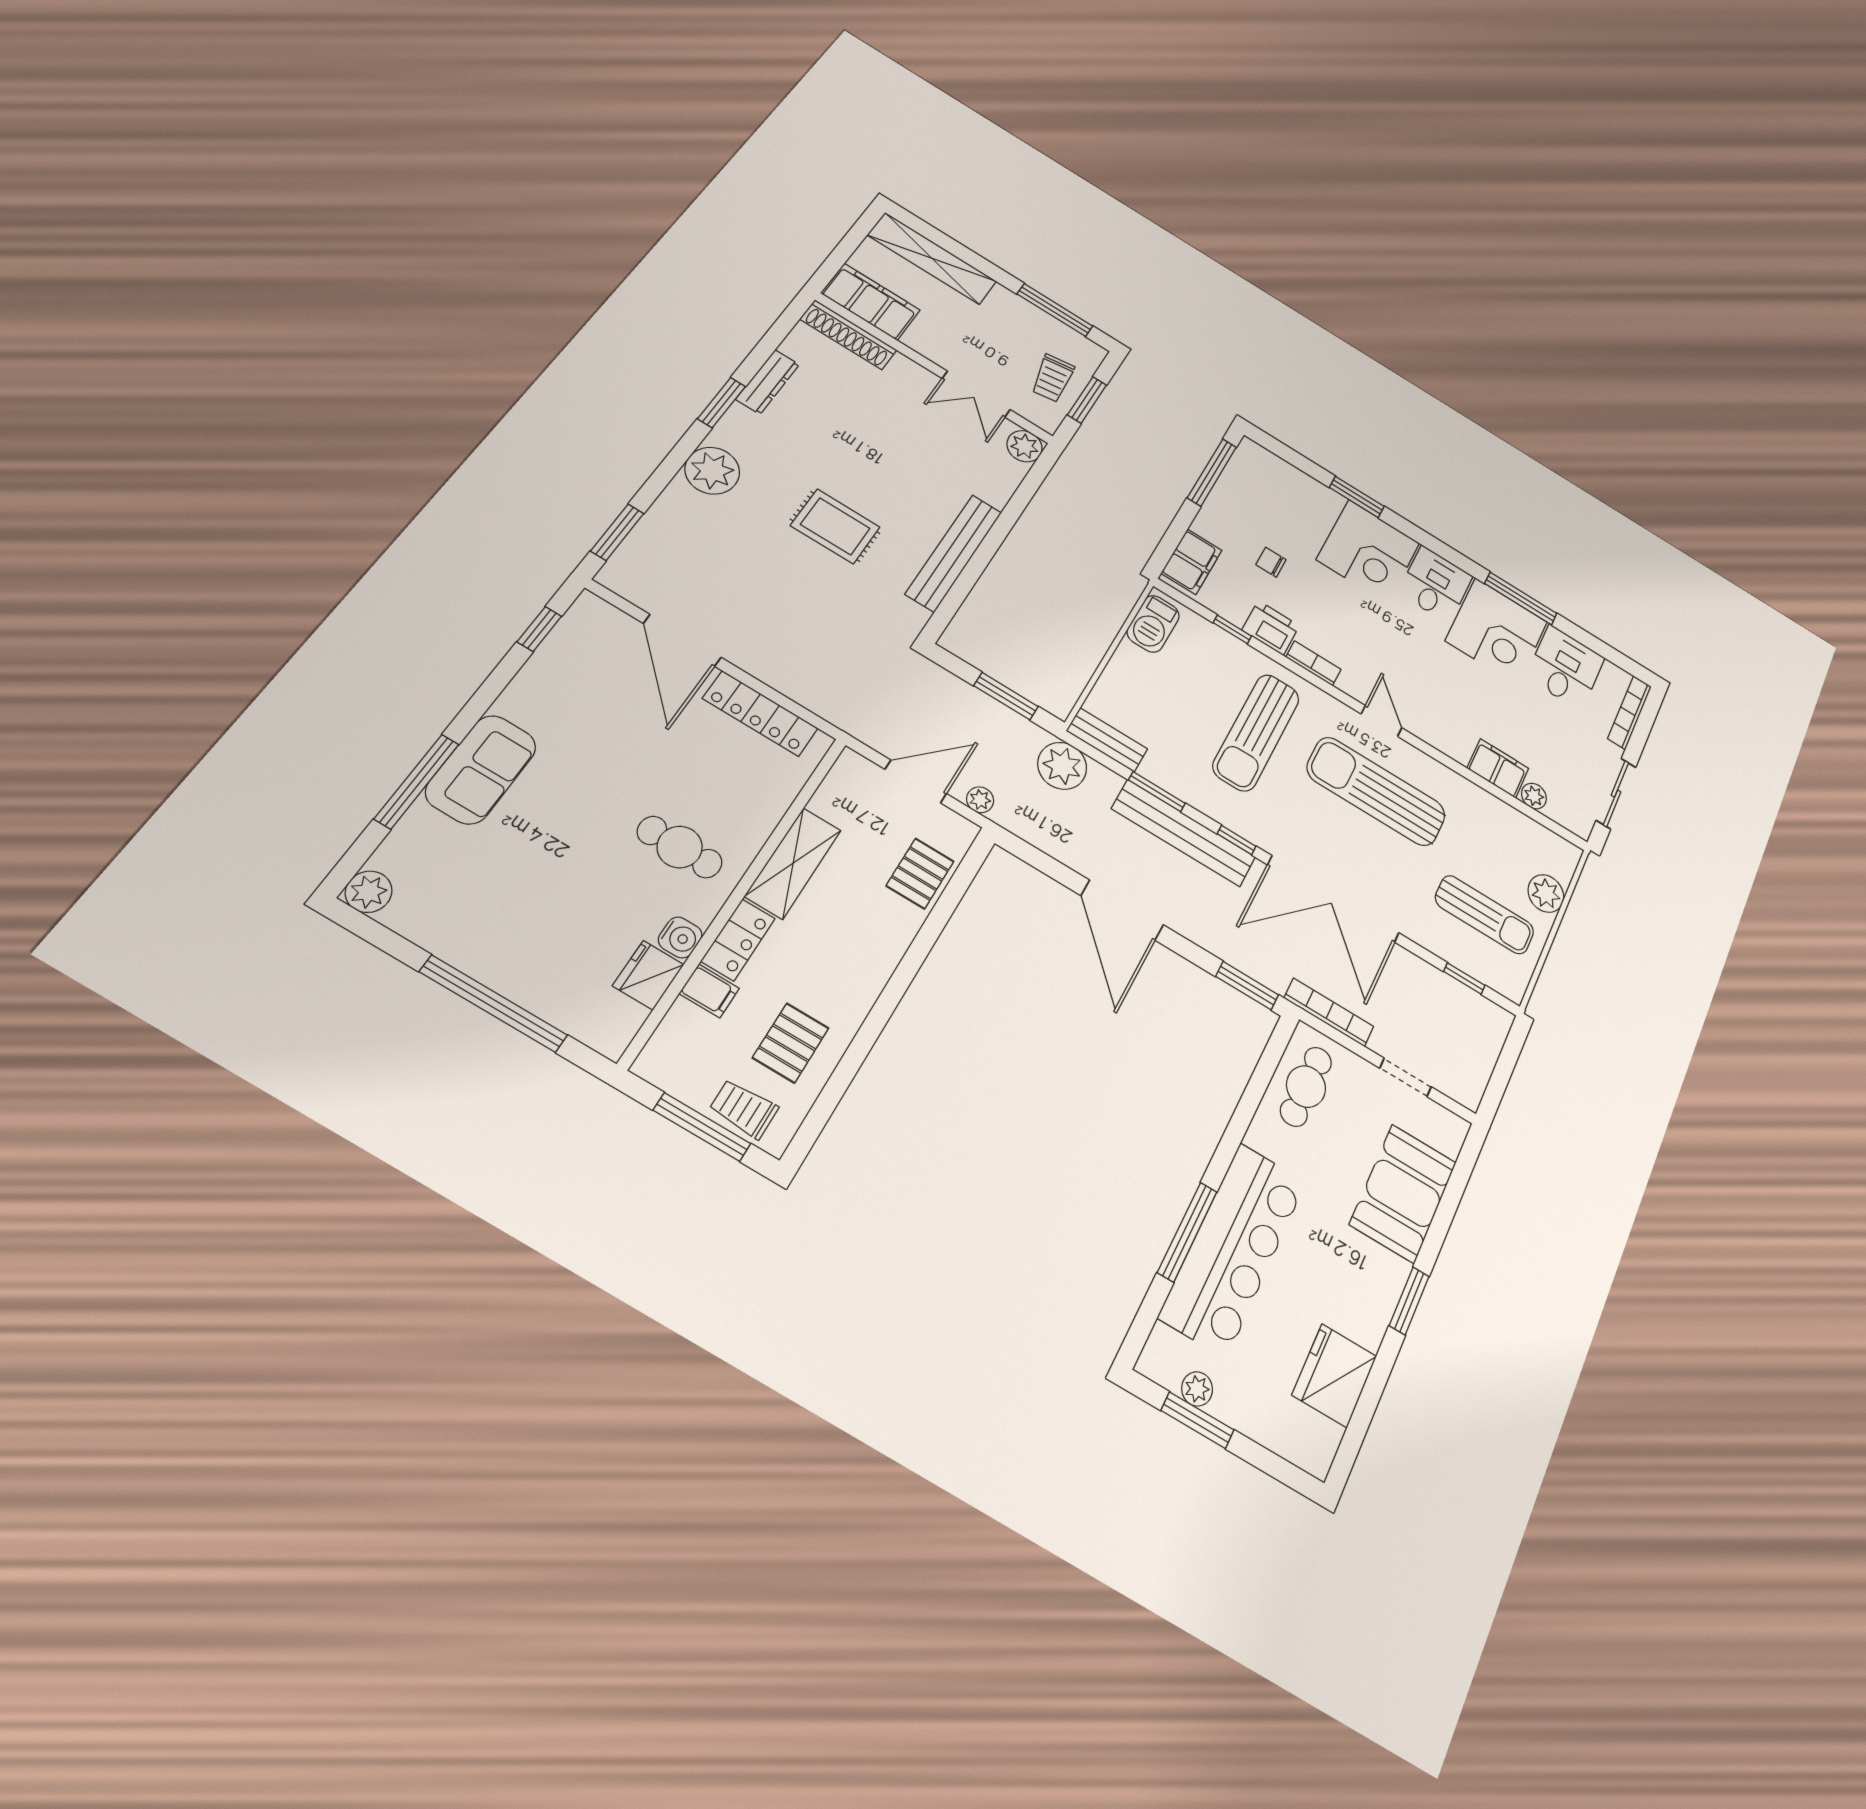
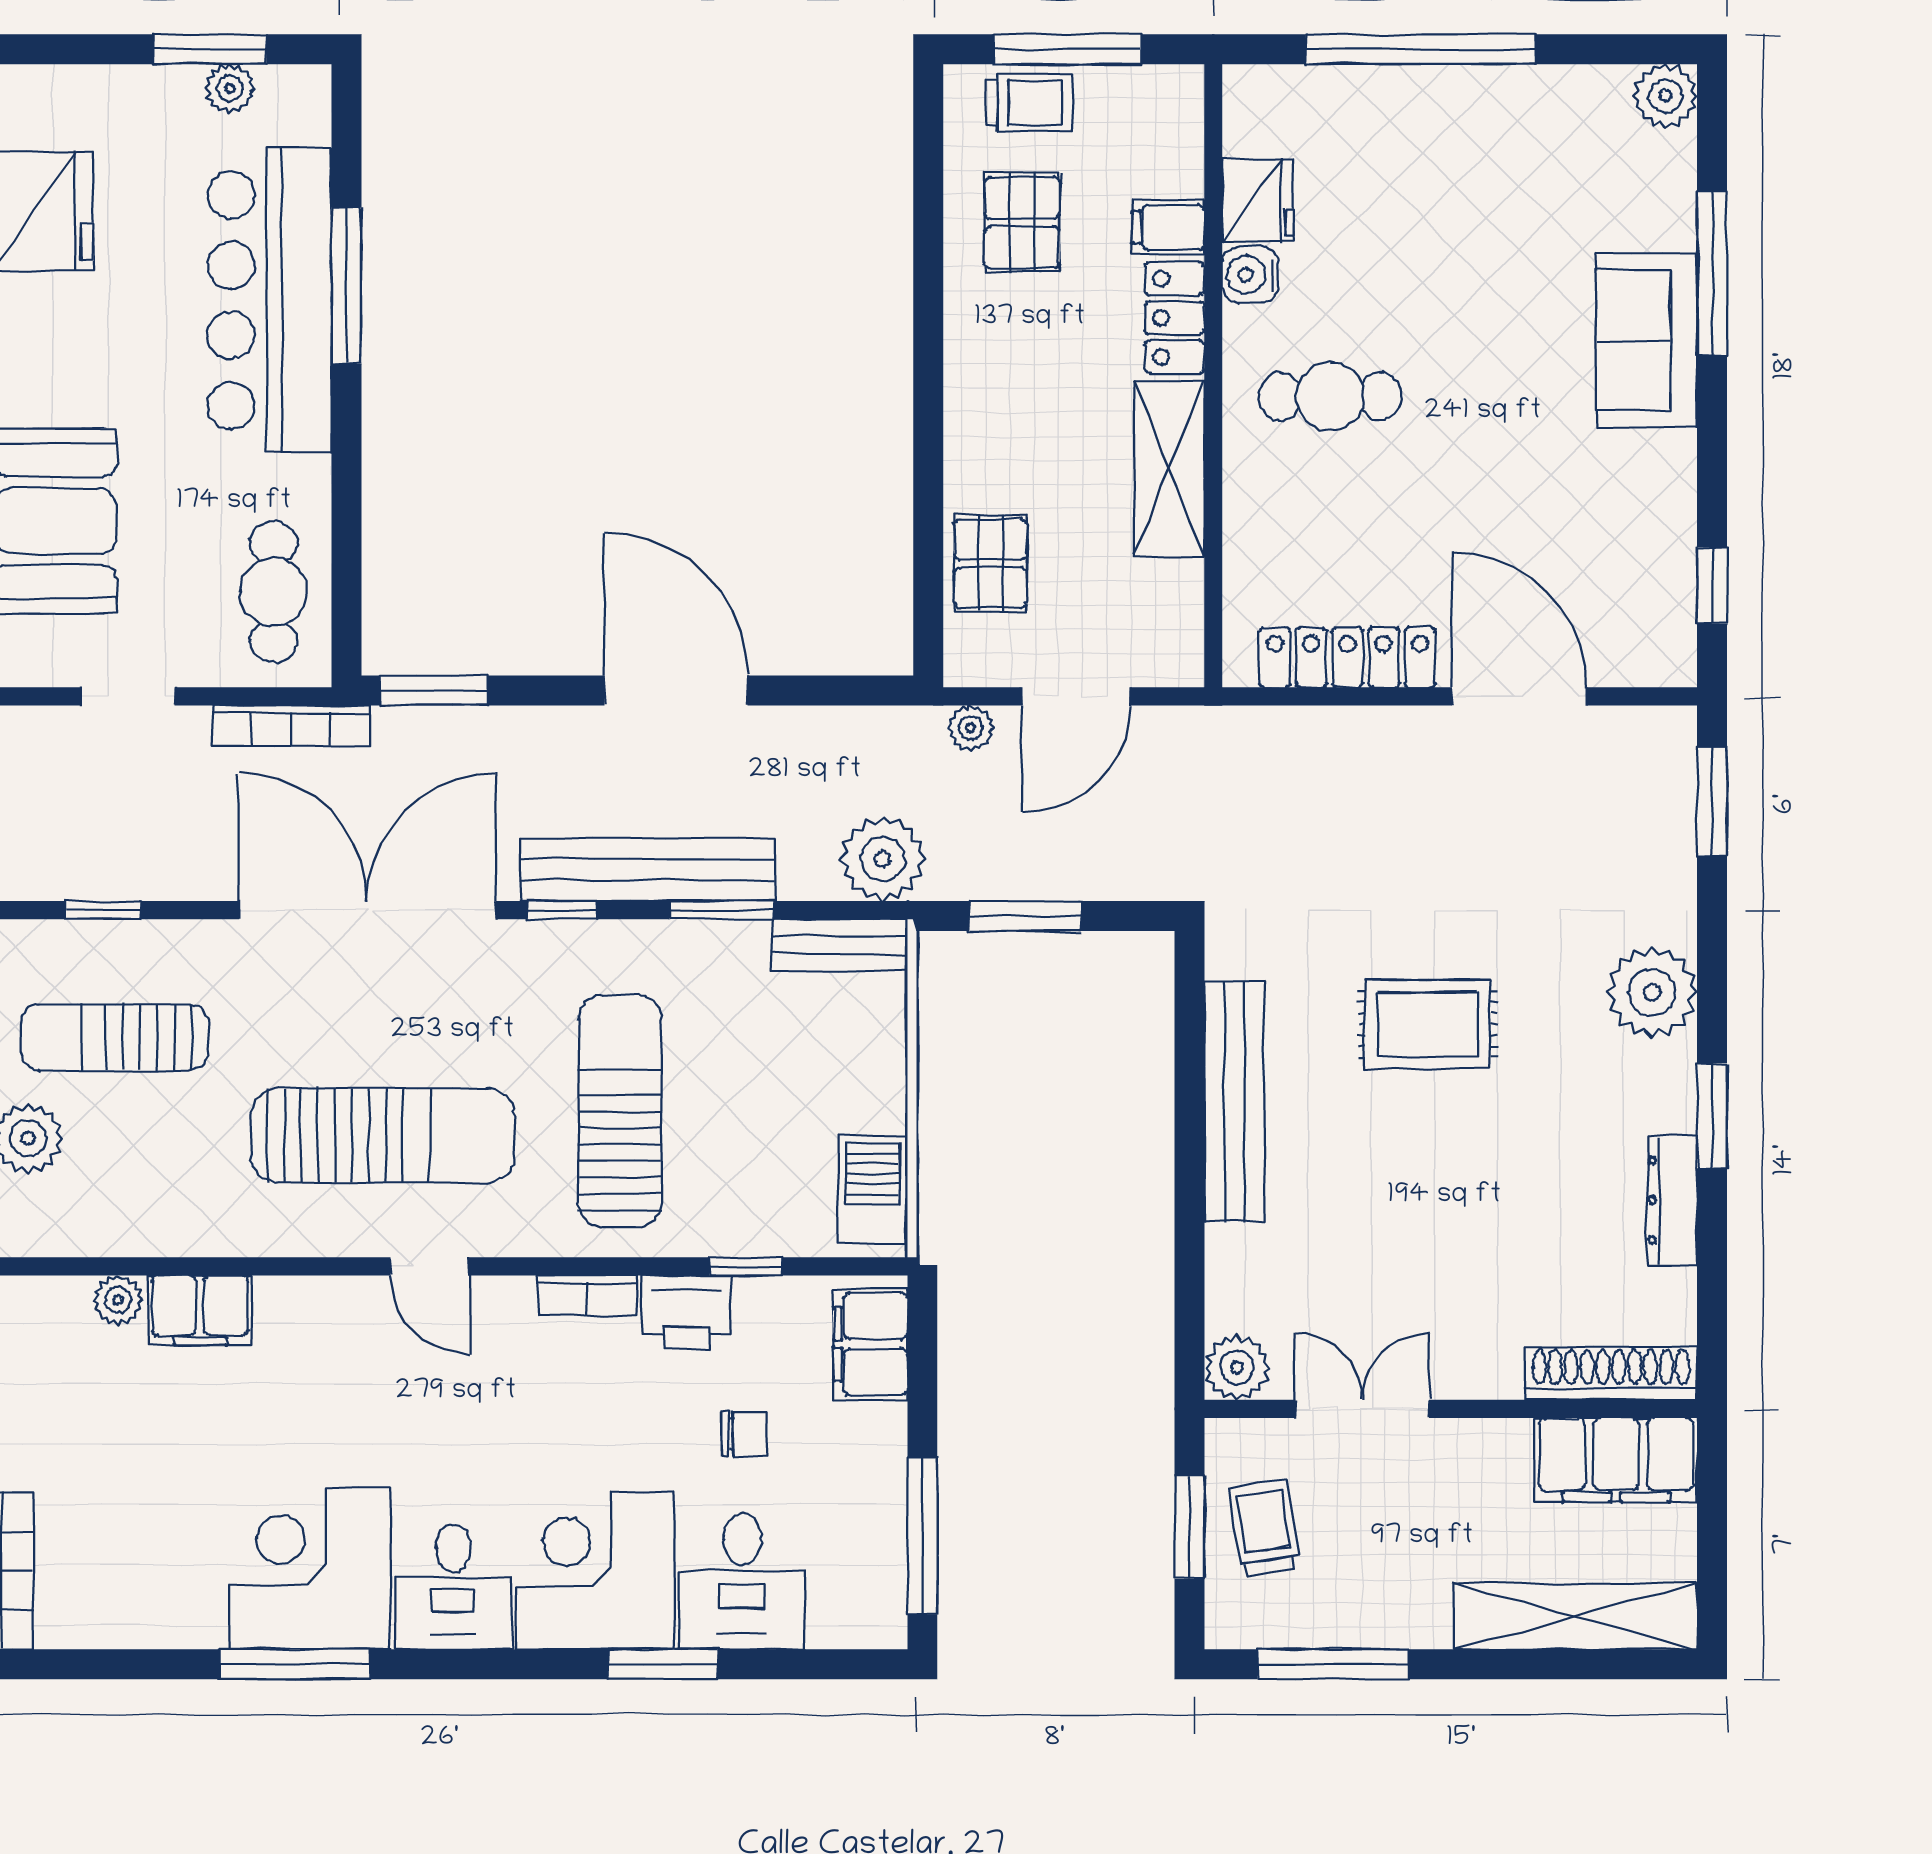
desk: (1565, 667) -> (742, 1581), moved

